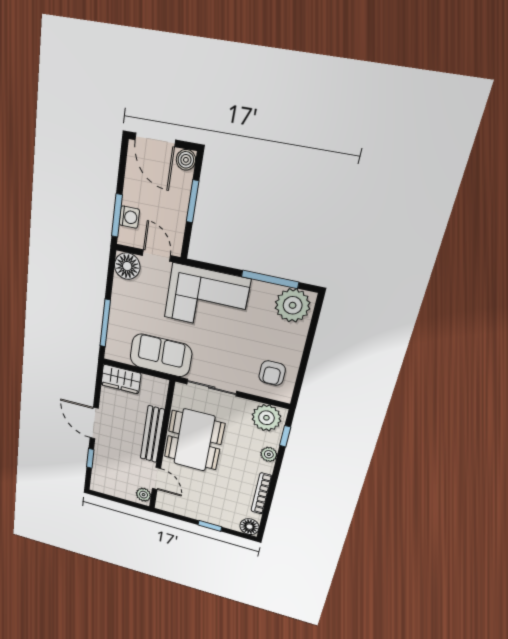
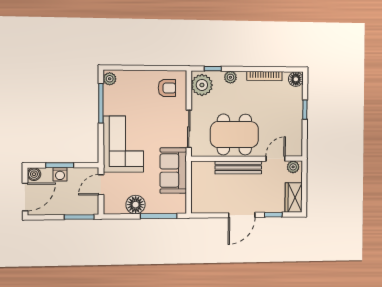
washing machine: (129, 217) -> (60, 174), moved, turned 180
floor lamp: (127, 266) -> (136, 205), moved
plant: (293, 305) -> (110, 79), width x0.53, depth x0.53
wardrobe: (121, 379) -> (294, 197), moved, turned 180

